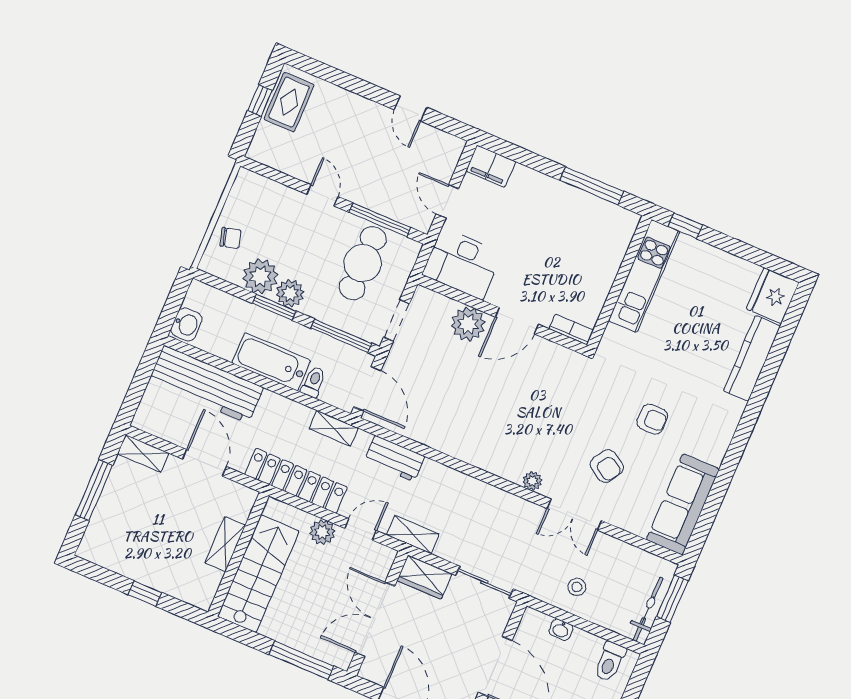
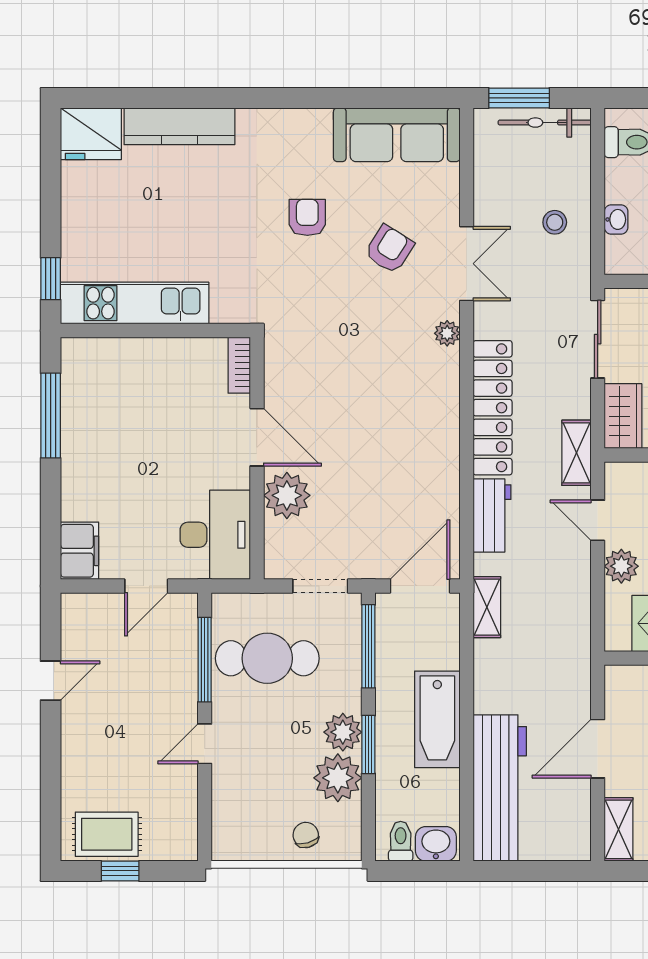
toilet: (314, 382) -> (401, 841), moved, turned 90
locker: (296, 481) -> (493, 408), moved, turned 180

